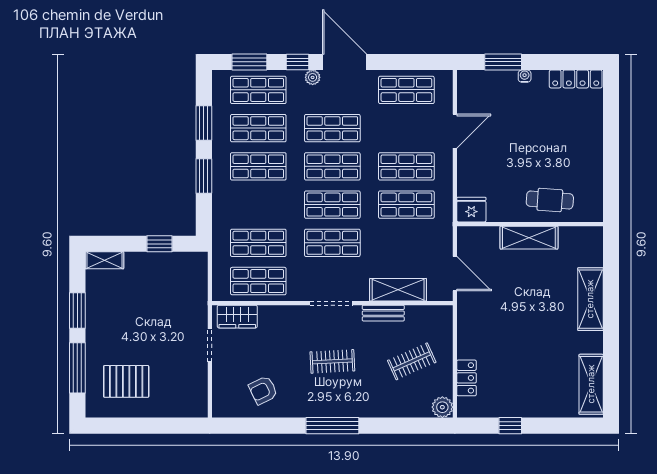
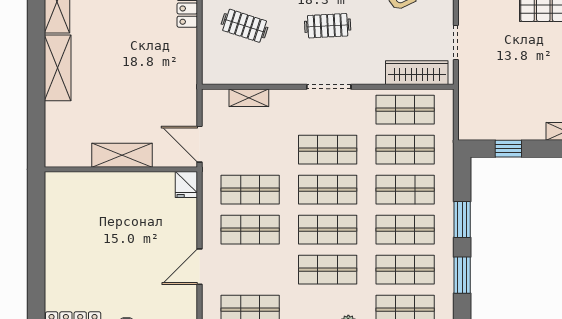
cafe table: (550, 200) -> (100, 195), removed
shop shelf: (258, 205) -> (405, 190), added
fridge: (471, 210) -> (186, 185), width x0.72
door: (455, 274) -> (199, 144), moved
shelving: (398, 290) -> (249, 98), width x0.67, depth x0.75
shelving: (590, 299) -> (58, 68), moved
bench: (383, 313) -> (274, 76), removed
wardrobe: (237, 317) -> (417, 73), width x1.50
clothes rail: (412, 361) -> (245, 26), turned 42

